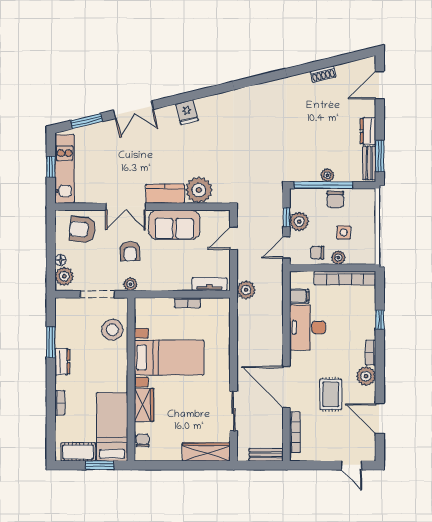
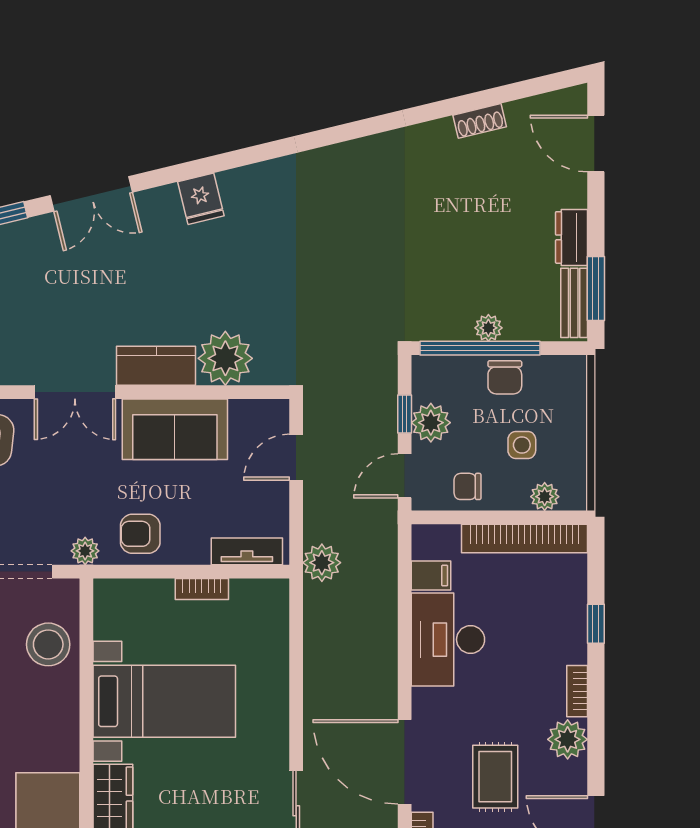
door: (380, 85) -> (596, 144), hinge flipped
armchair: (130, 251) -> (140, 534), moved, turned 90
plant: (338, 258) -> (545, 497), moved

